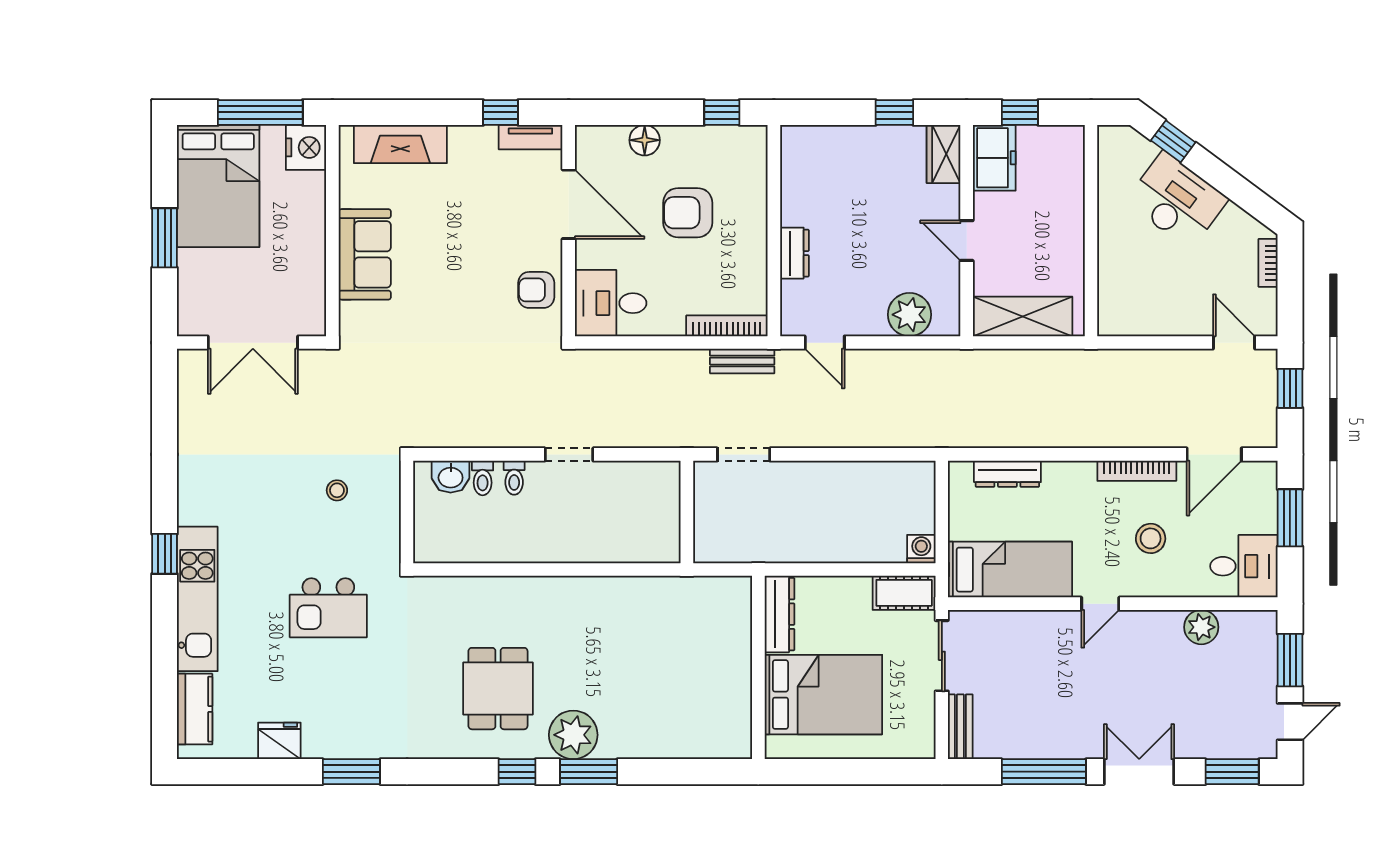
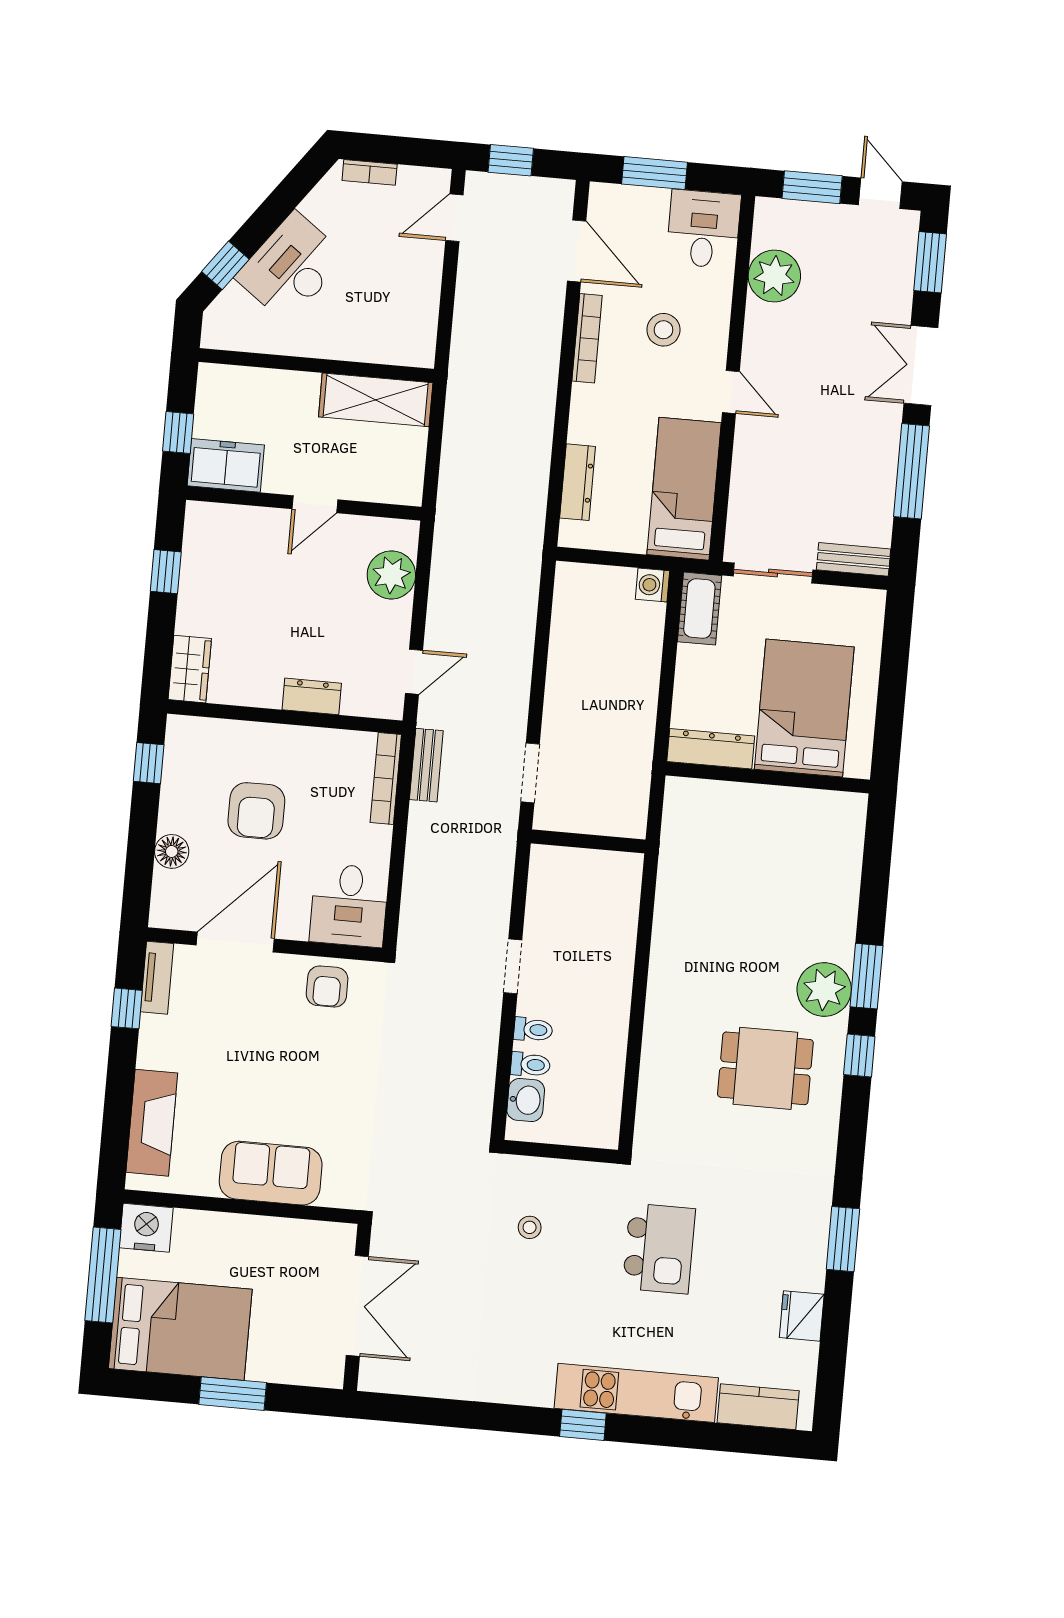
wardrobe: (944, 154) -> (190, 669), moved, turned -90
shelving: (1023, 316) -> (376, 400), moved, turned 90
plant: (1201, 627) -> (774, 276), width x1.36, depth x1.36

